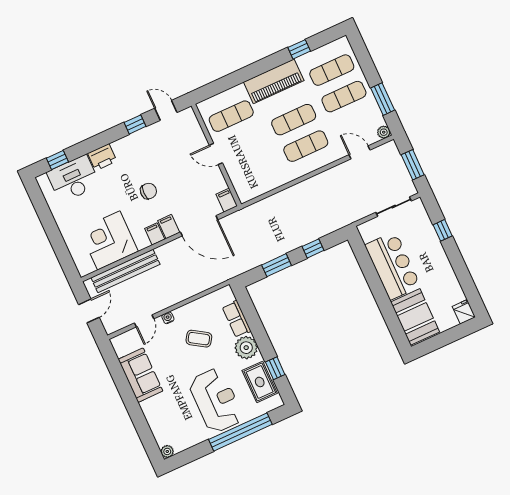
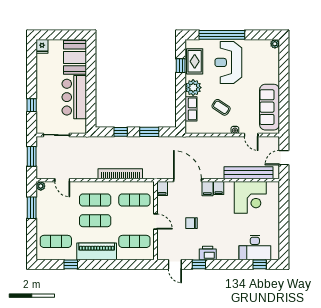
exercise mat: (344, 97) -> (134, 200), moved
printer: (102, 157) -> (208, 253), moved
chair: (148, 191) -> (192, 223), moved
bookcase: (289, 194) -> (120, 174), added
door: (144, 321) -> (251, 135), swing flipped
sofa: (141, 375) -> (270, 107), width x1.36

